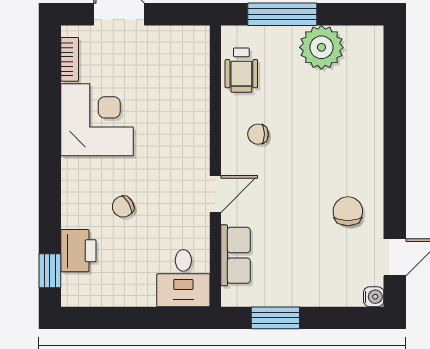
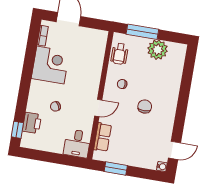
chair: (348, 211) -> (145, 106), moved

